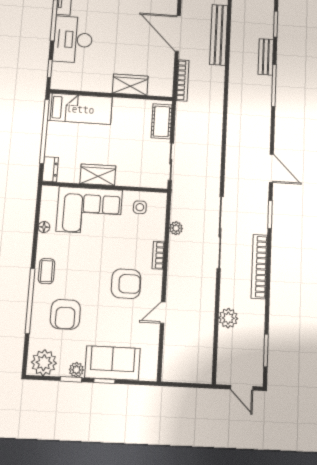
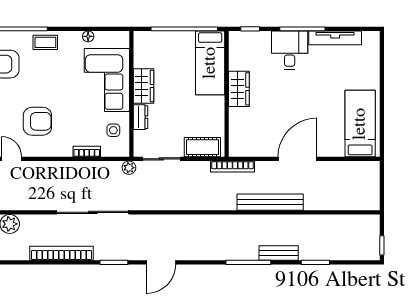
bench: (219, 35) -> (270, 202), moved
desk: (73, 40) -> (290, 50), width x0.73
bookcase: (183, 80) -> (233, 167), moved
wardrobe: (130, 85) -> (239, 89), moved
dresser: (50, 169) -> (141, 117), moved, turned -90
plant: (176, 228) -> (129, 168), moved
bookcase: (158, 255) -> (87, 152), moved
armchair: (126, 284) -> (37, 121), turned -90

